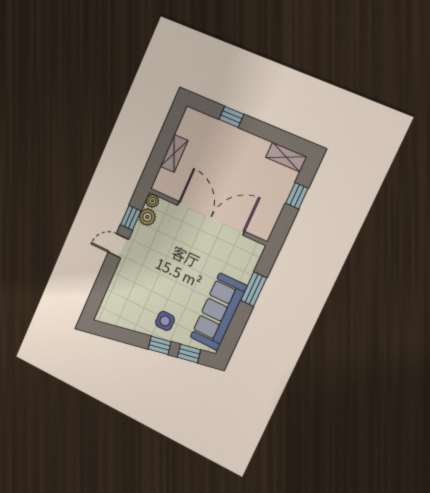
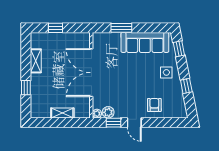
shelving: (286, 157) -> (36, 61), moved
armchair: (129, 284) -> (154, 105), added
window: (160, 345) -> (186, 86), moved

